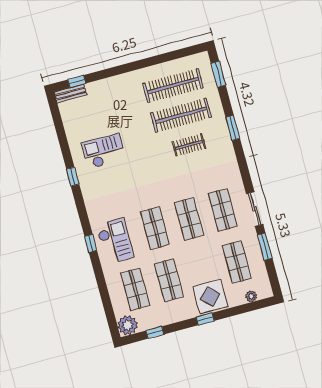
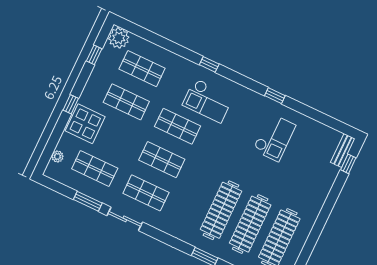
clothes rail: (189, 145) -> (221, 210), width x1.86, depth x1.31
checkout: (115, 241) -> (208, 101), moved

